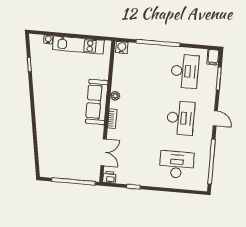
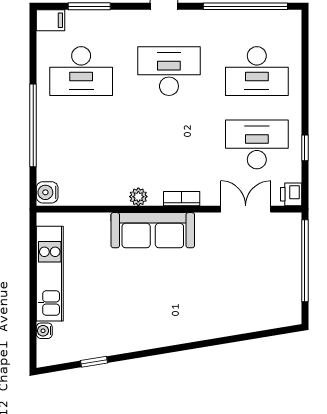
desk: (185, 71) -> (81, 71), turned 180
desk: (137, 161) -> (257, 144), added
desk: (177, 165) -> (257, 71), turned -90

